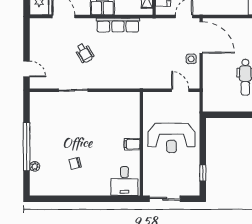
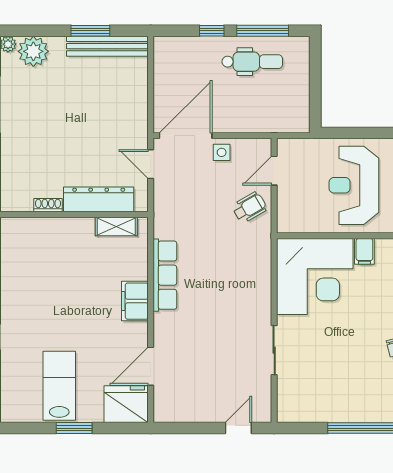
wheelchair: (84, 53) -> (249, 207), moved
corner desk: (117, 115) -> (315, 276), added
reception desk: (172, 138) -> (354, 185), turned 180

